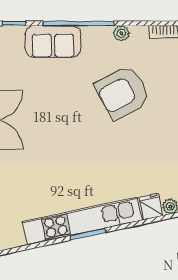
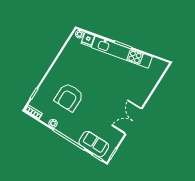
sofa: (53, 41) -> (94, 144), moved
armchair: (122, 92) -> (69, 97), turned 118

